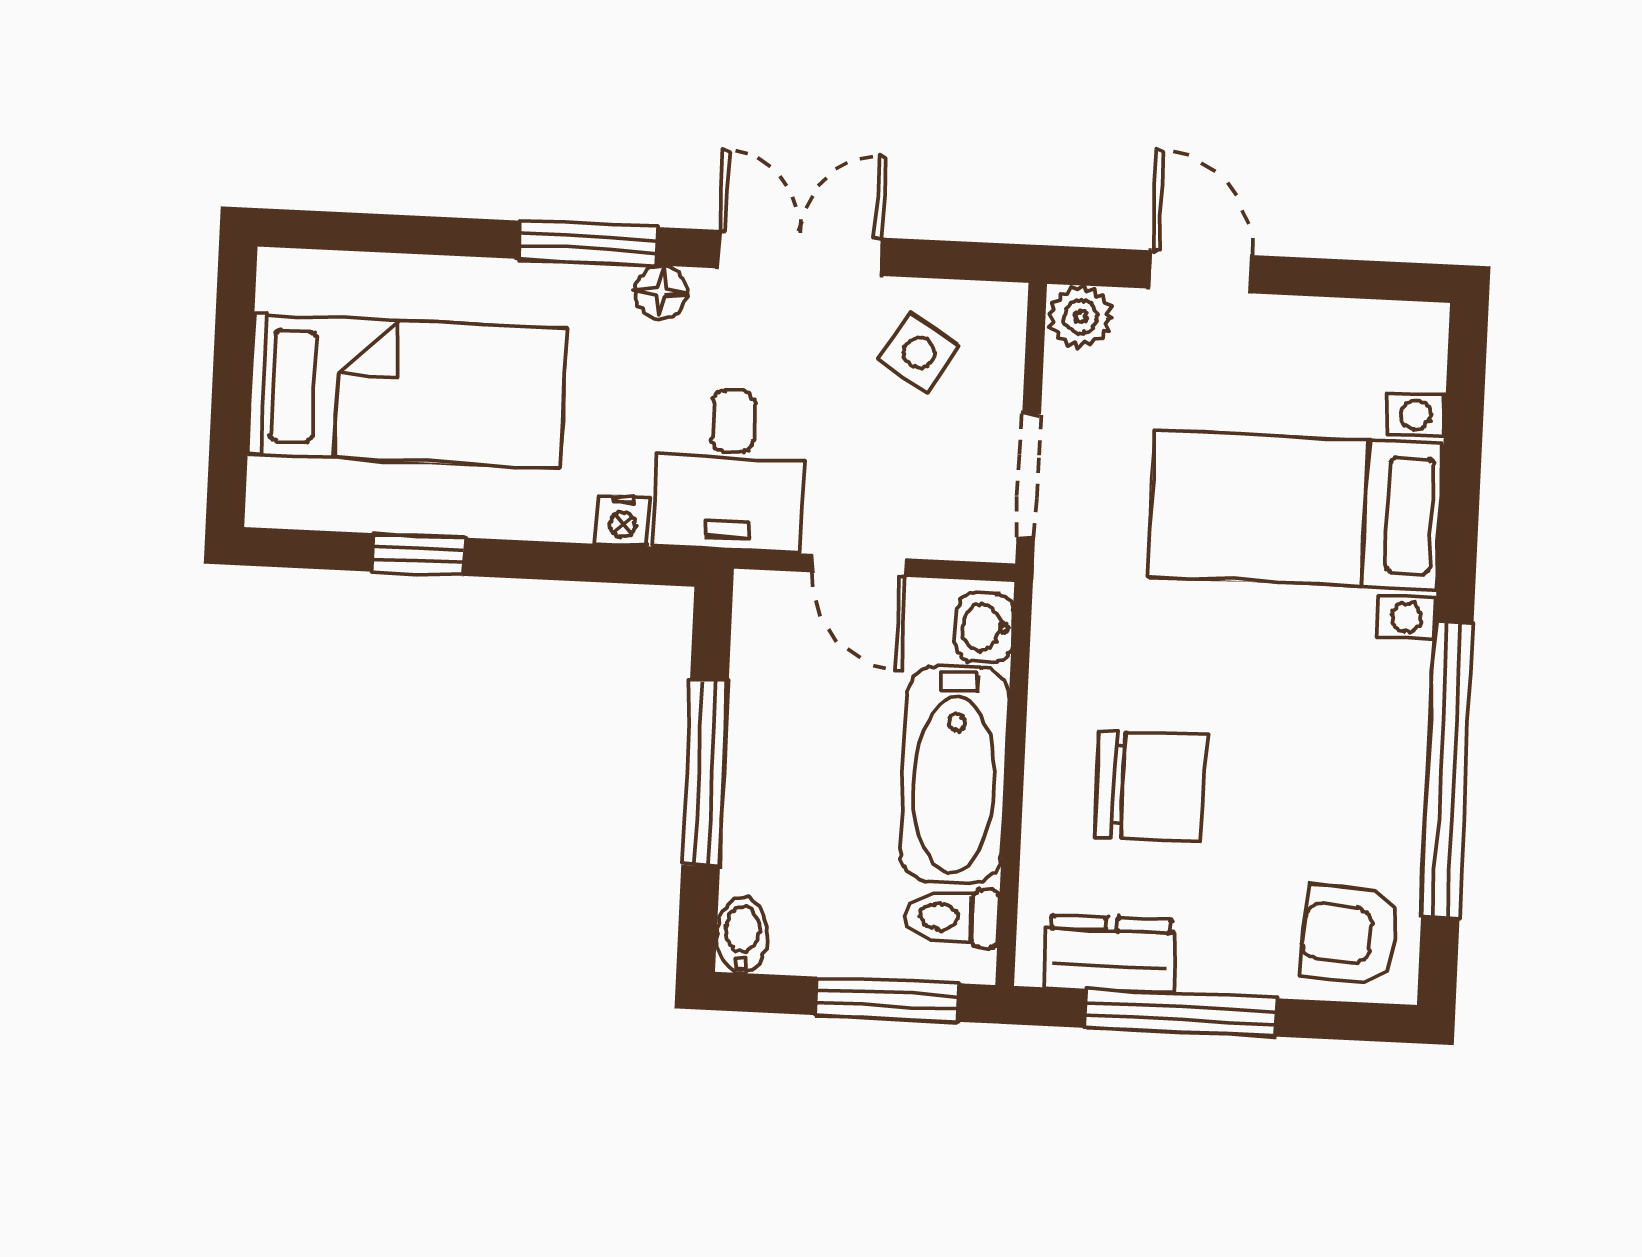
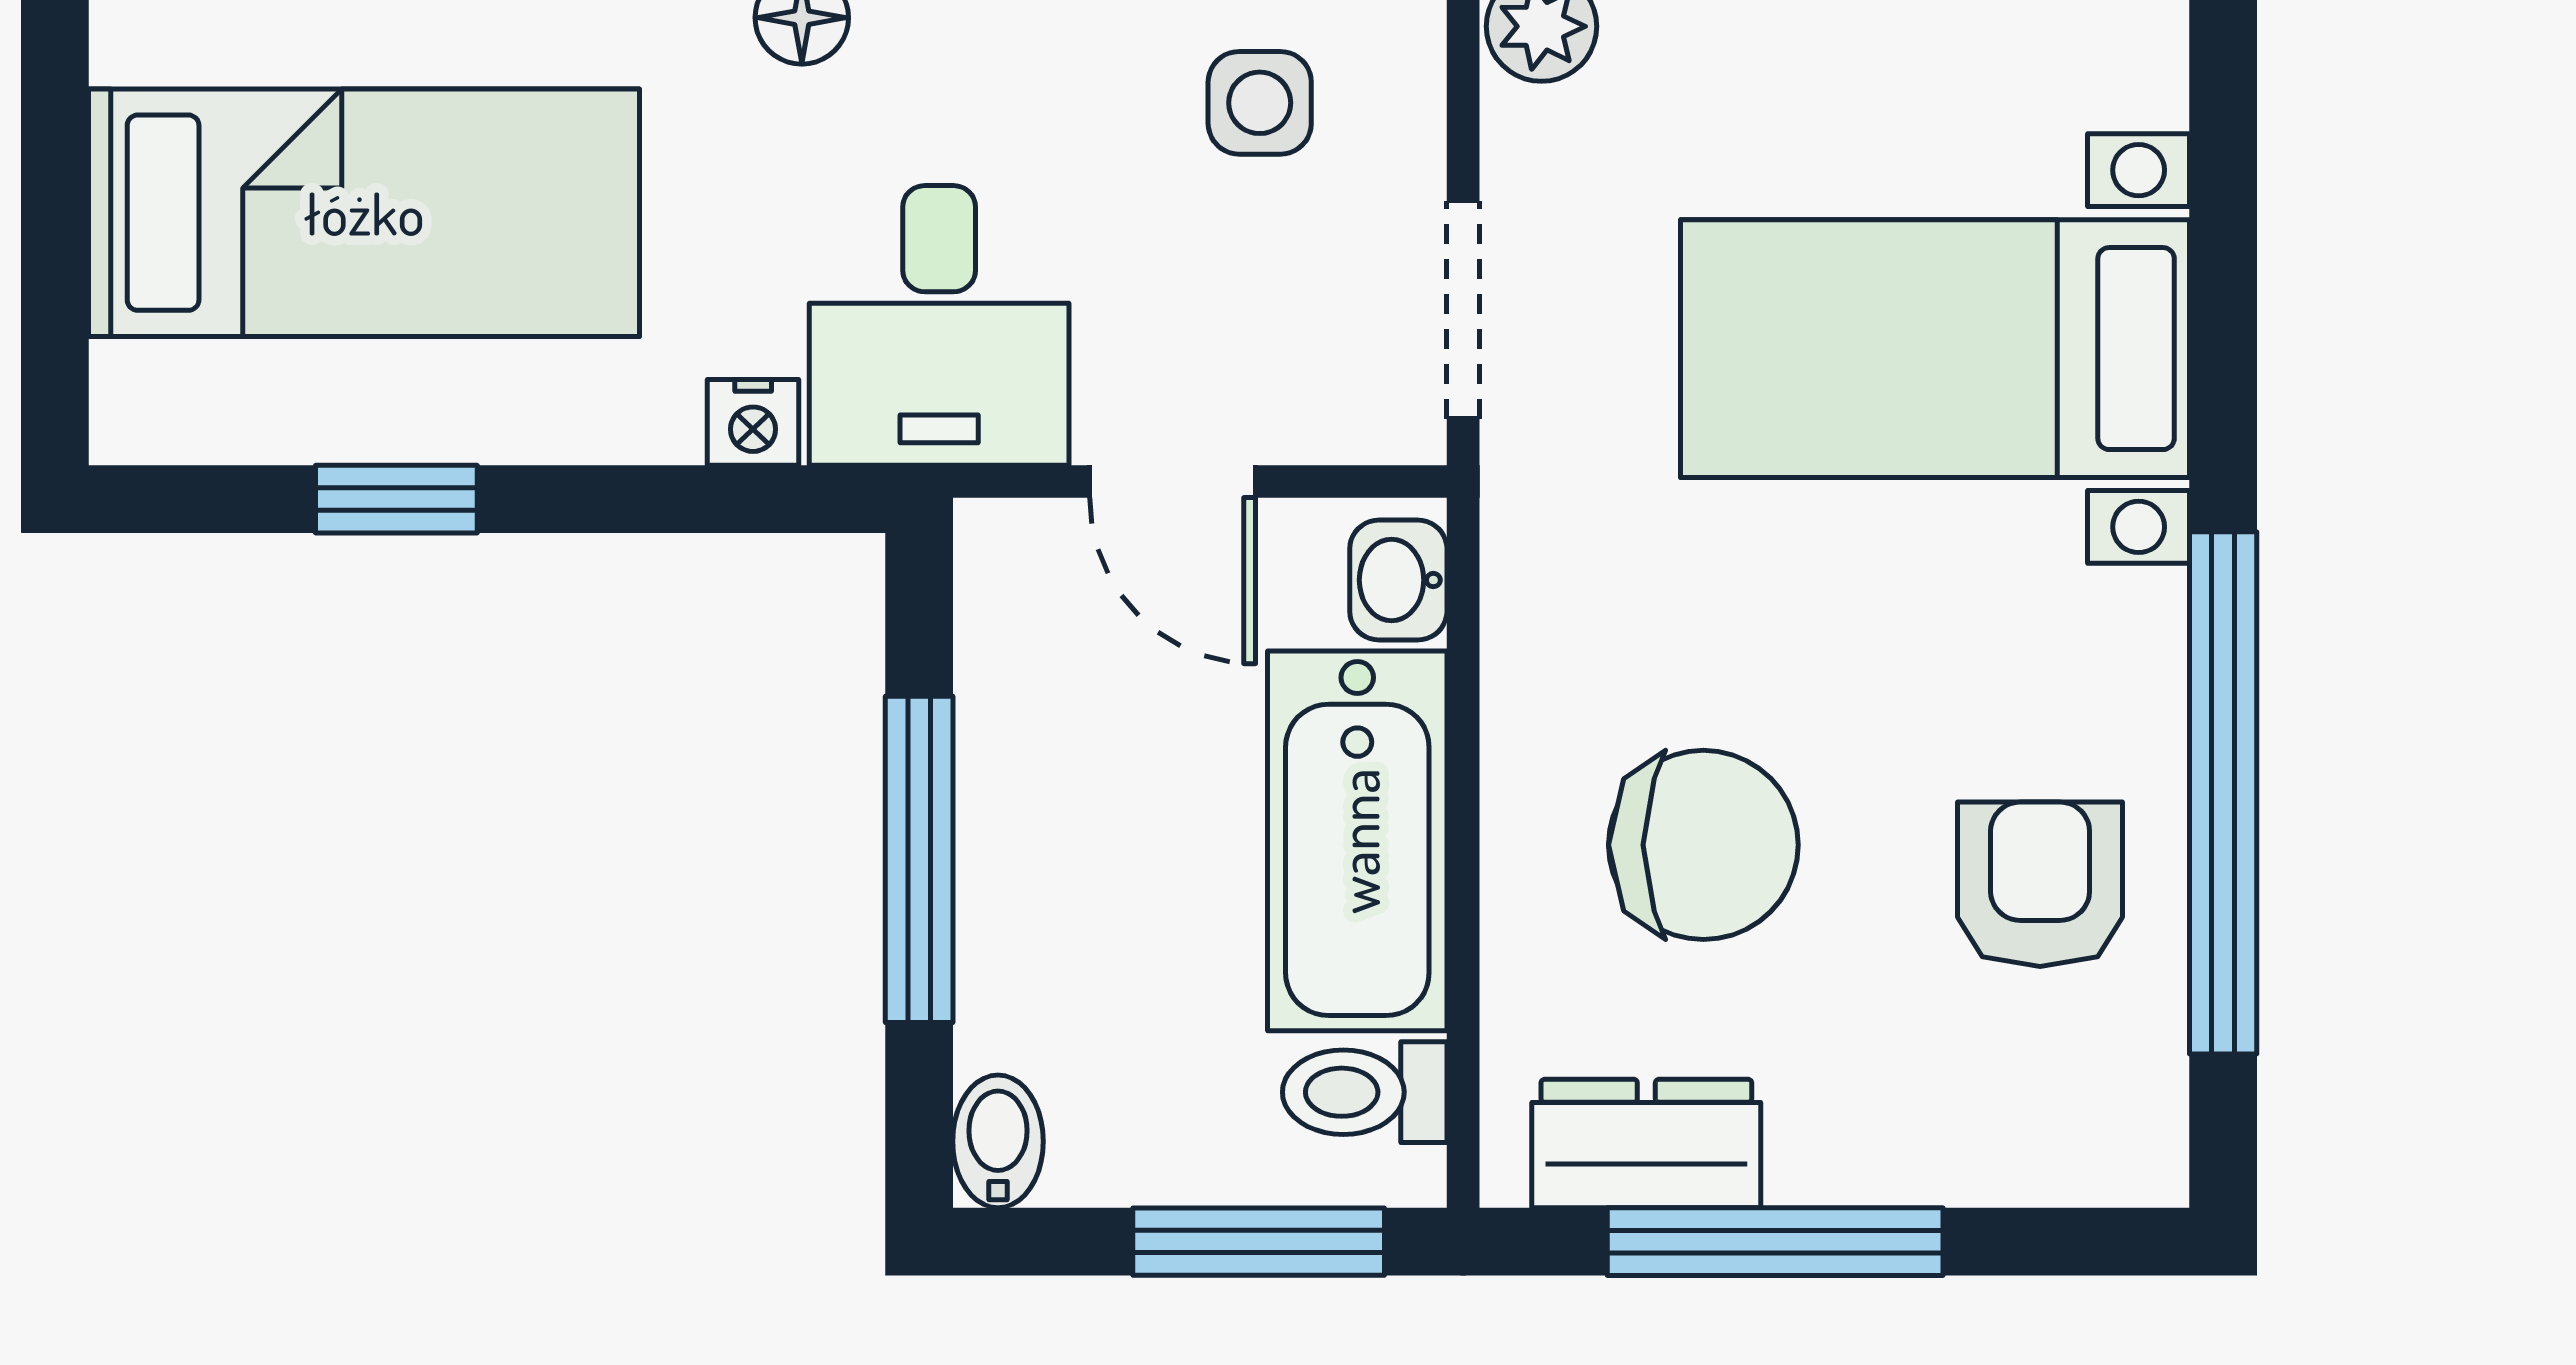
side table: (919, 353) -> (1260, 103), turned -31
armchair: (1350, 935) -> (2040, 884), moved, turned 86

